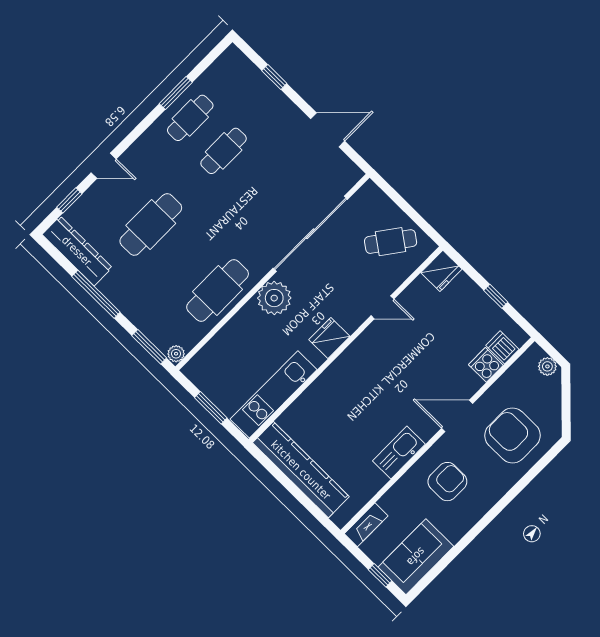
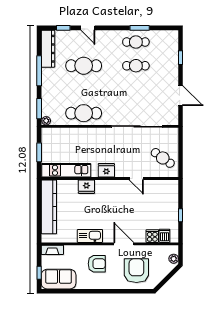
fridge: (441, 271) -> (86, 187), moved
plant: (274, 298) -> (101, 136), removed

